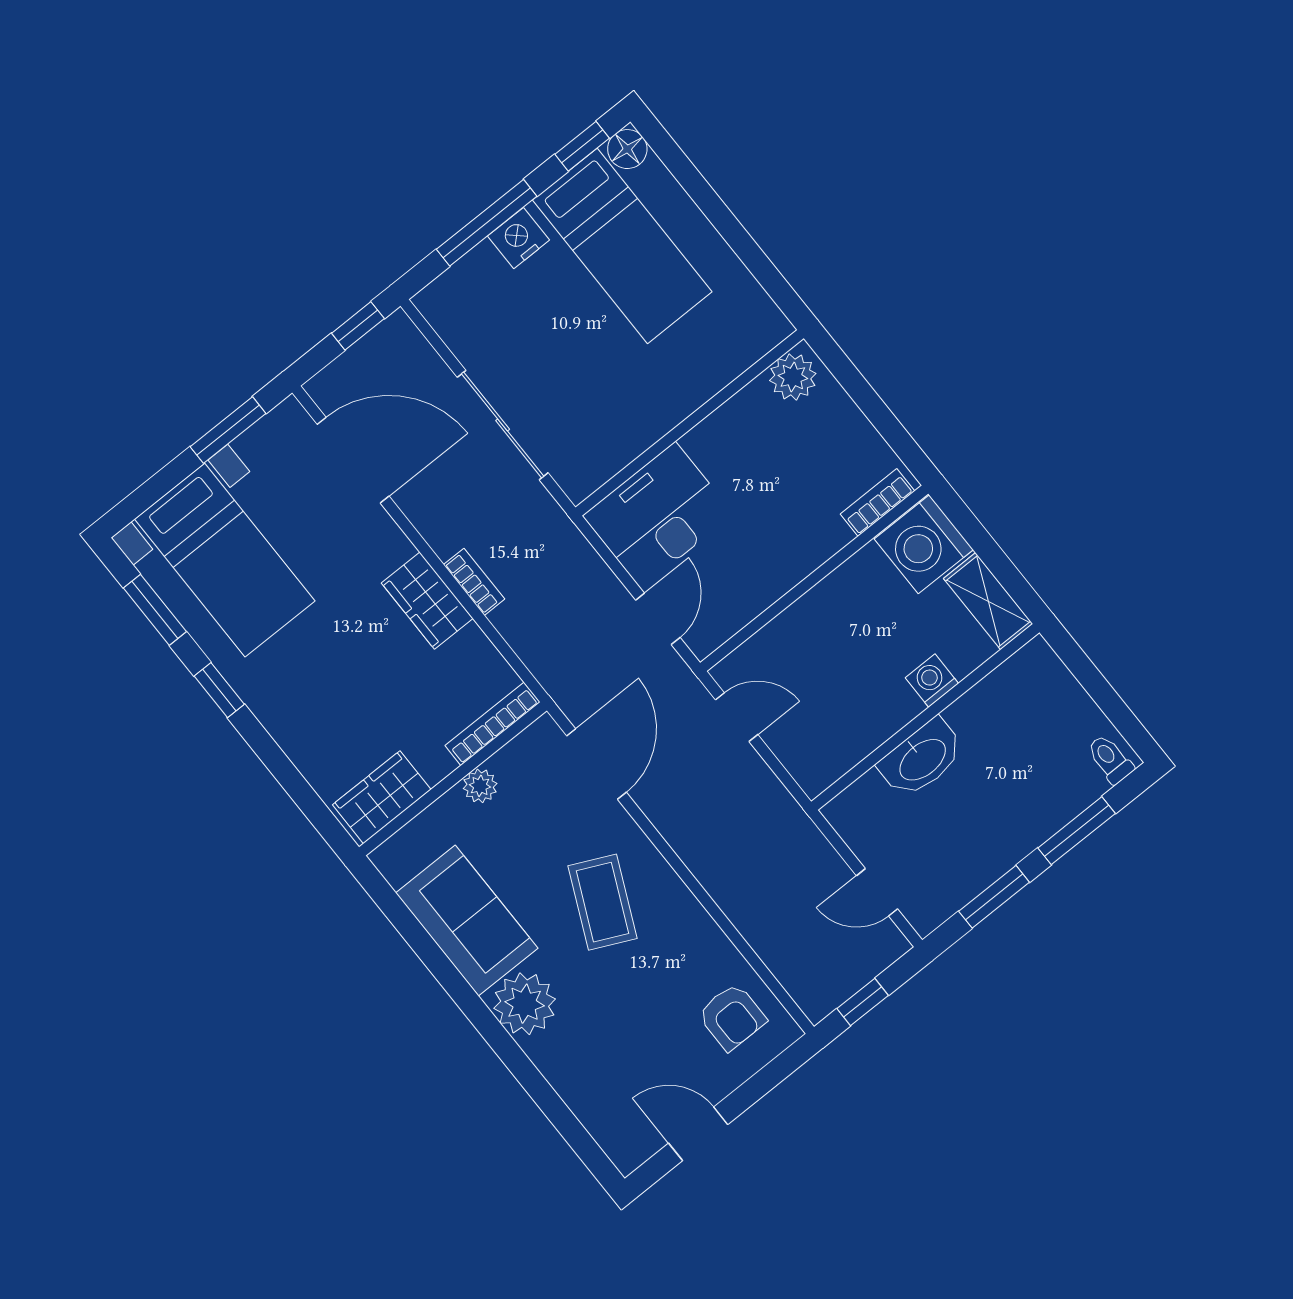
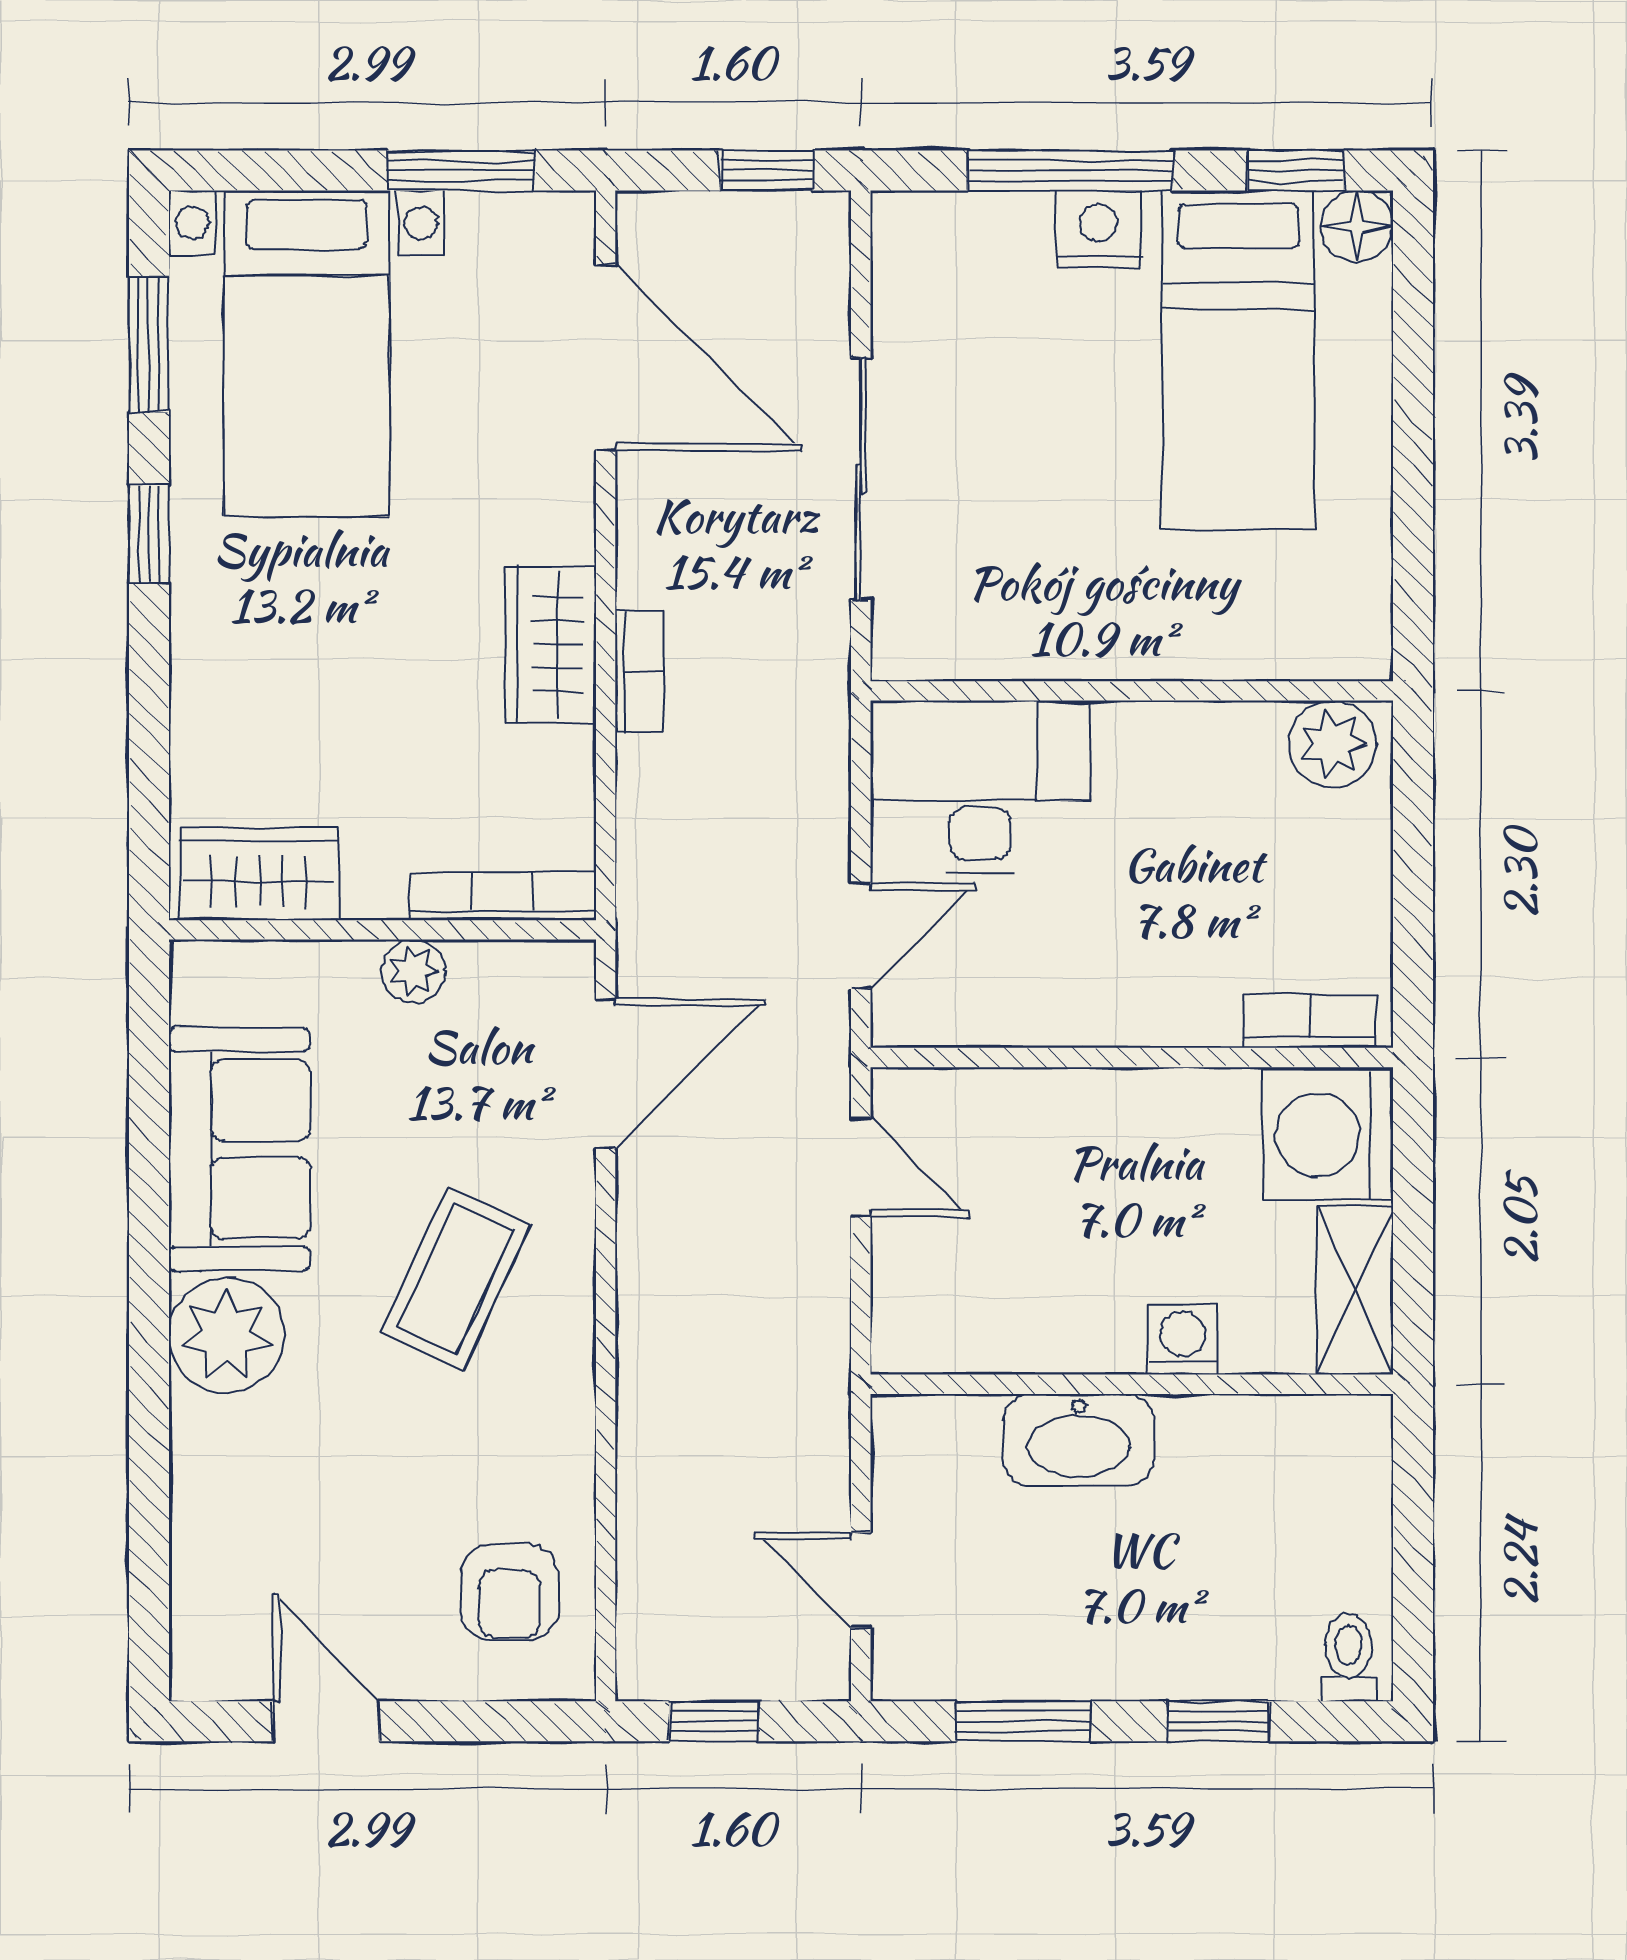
window: (1077, 831) -> (1218, 1721), width x0.67

